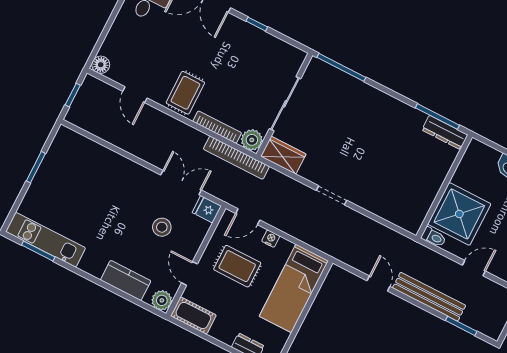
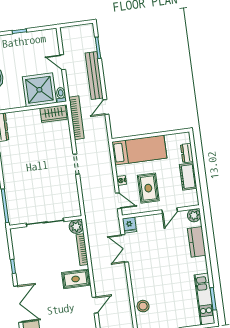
wardrobe: (283, 155) -> (54, 114), moved, turned -90
bookcase: (236, 158) -> (77, 118), moved
stool: (162, 227) -> (143, 306), moved
cot: (193, 315) -> (188, 176), moved

